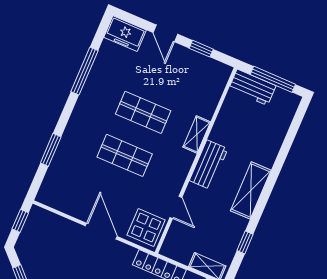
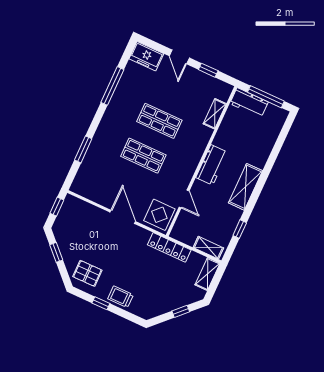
shelving: (197, 134) -> (215, 114), moved

